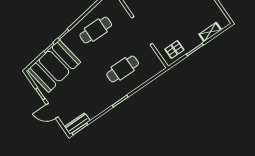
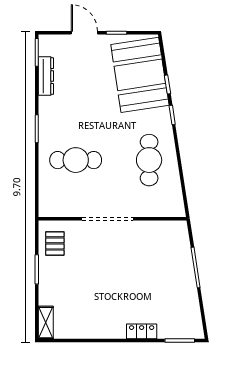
shelving: (210, 32) -> (46, 323), moved
cafe table: (123, 69) -> (76, 160), turned 90
door: (52, 111) -> (84, 33), hinge flipped
dresser: (77, 124) -> (46, 76), moved

